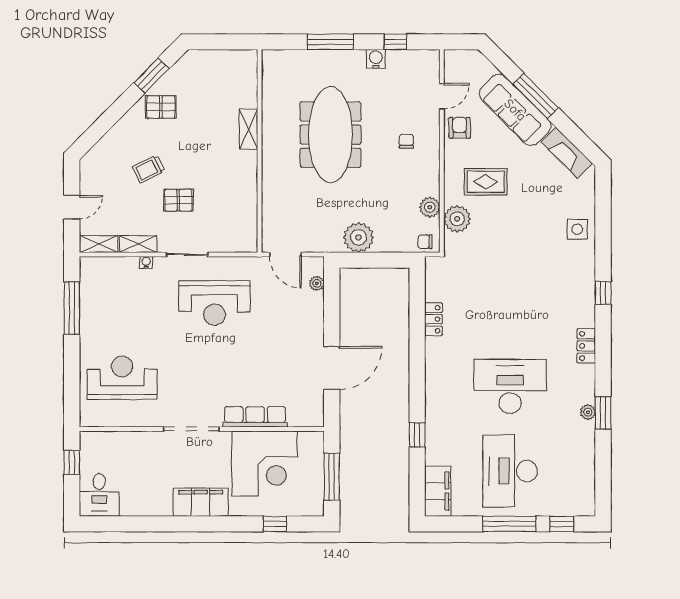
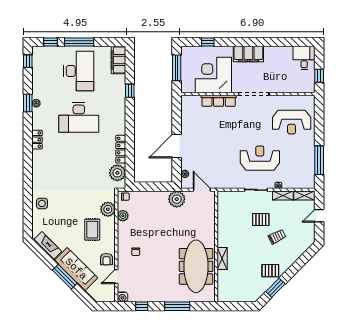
water cooler: (376, 59) -> (122, 297), moved
meeting table: (331, 135) -> (196, 266), moved
rug: (486, 182) -> (92, 230), turned 90
plant: (359, 237) -> (177, 199), moved
plant: (440, 285) -> (117, 173), added
window: (603, 293) -> (28, 61), moved
reception desk: (215, 303) -> (260, 158), moved
locker: (433, 319) -> (121, 149), width x1.53
door: (332, 368) -> (177, 146), moved

